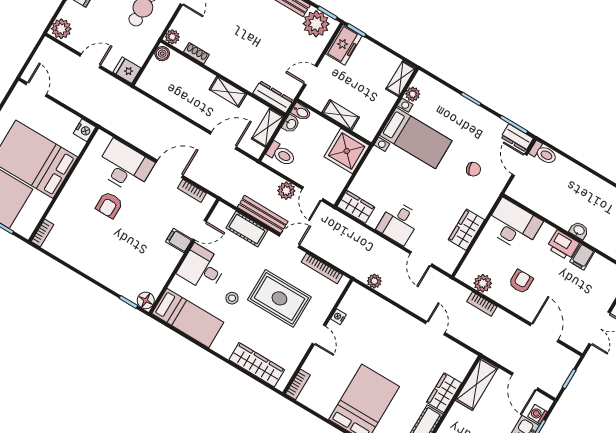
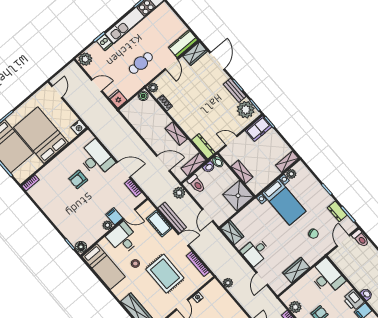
dresser: (517, 138) -> (337, 211), moved
plant: (286, 191) -> (179, 193), moved
plant: (173, 257) -> (107, 225), added

